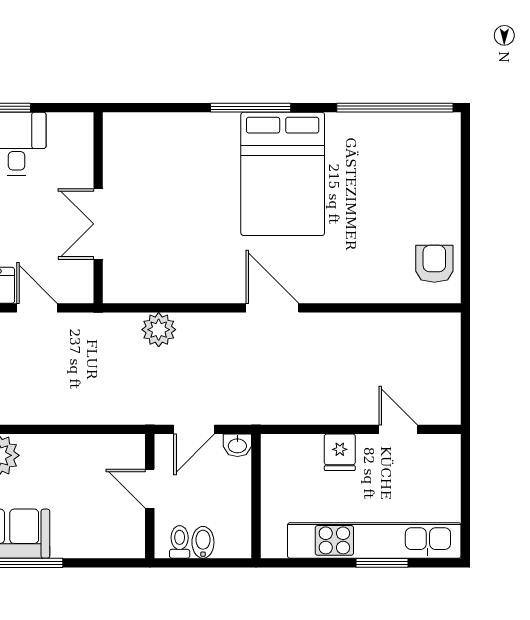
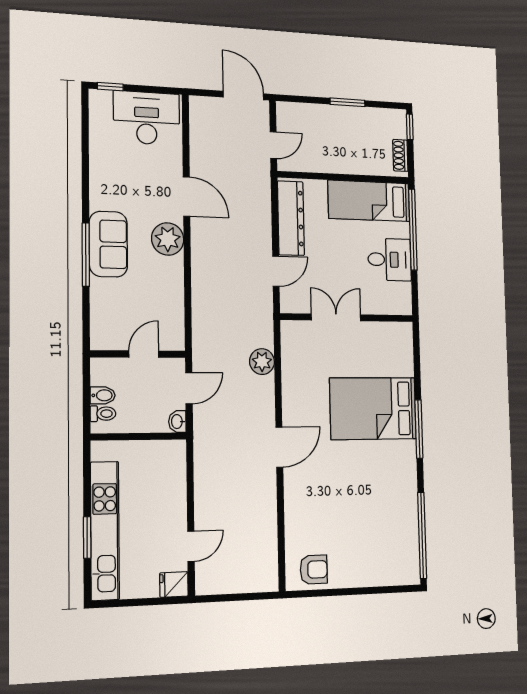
bed: (283, 174) -> (373, 408), moved
door: (194, 429) -> (189, 388), swing flipped
fridge: (340, 452) -> (174, 584), moved
toilet: (180, 542) -> (103, 414), moved

